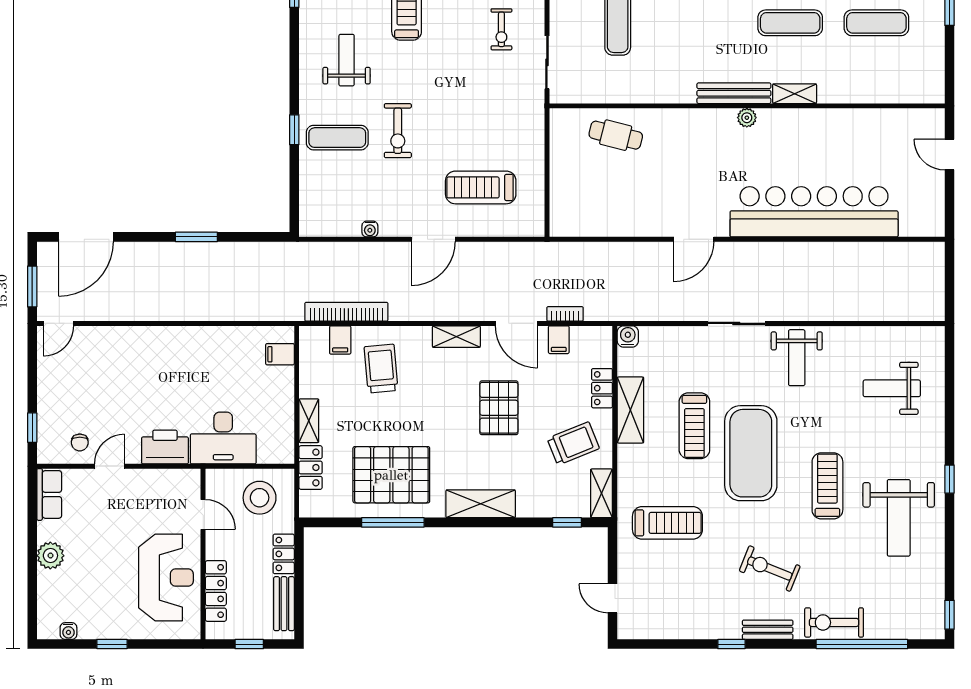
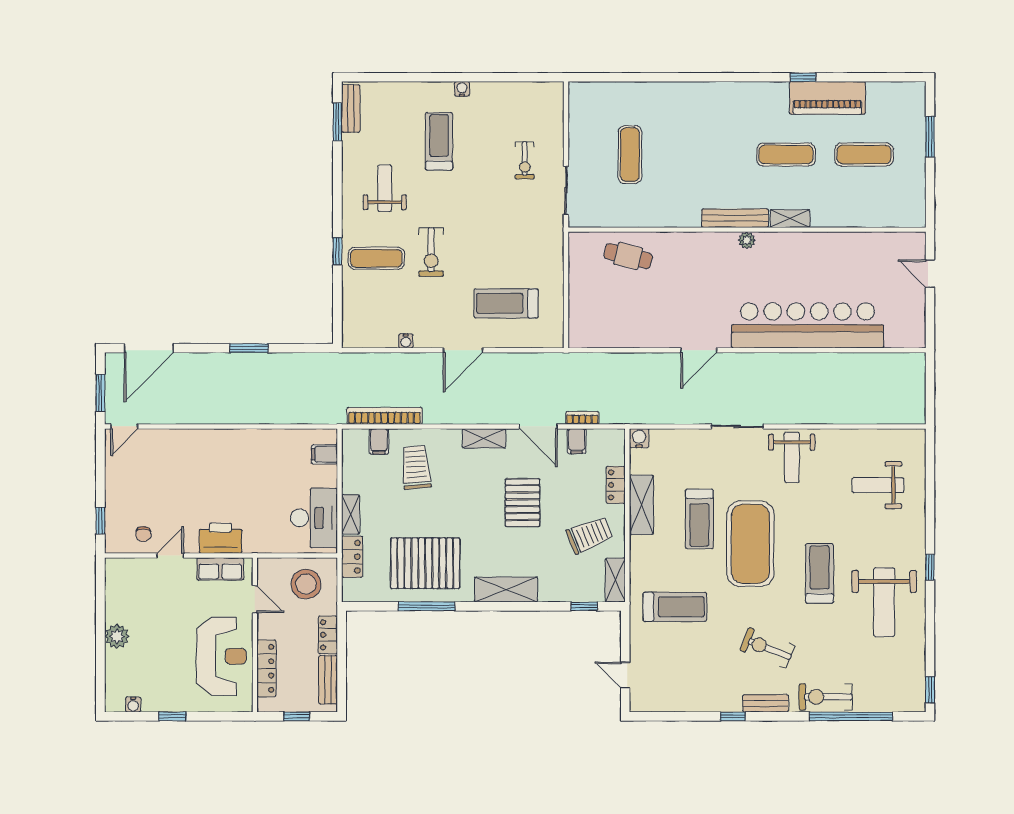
desk: (223, 438) -> (314, 518), moved, turned -90
row of seats: (49, 494) -> (220, 569), moved, turned 90

